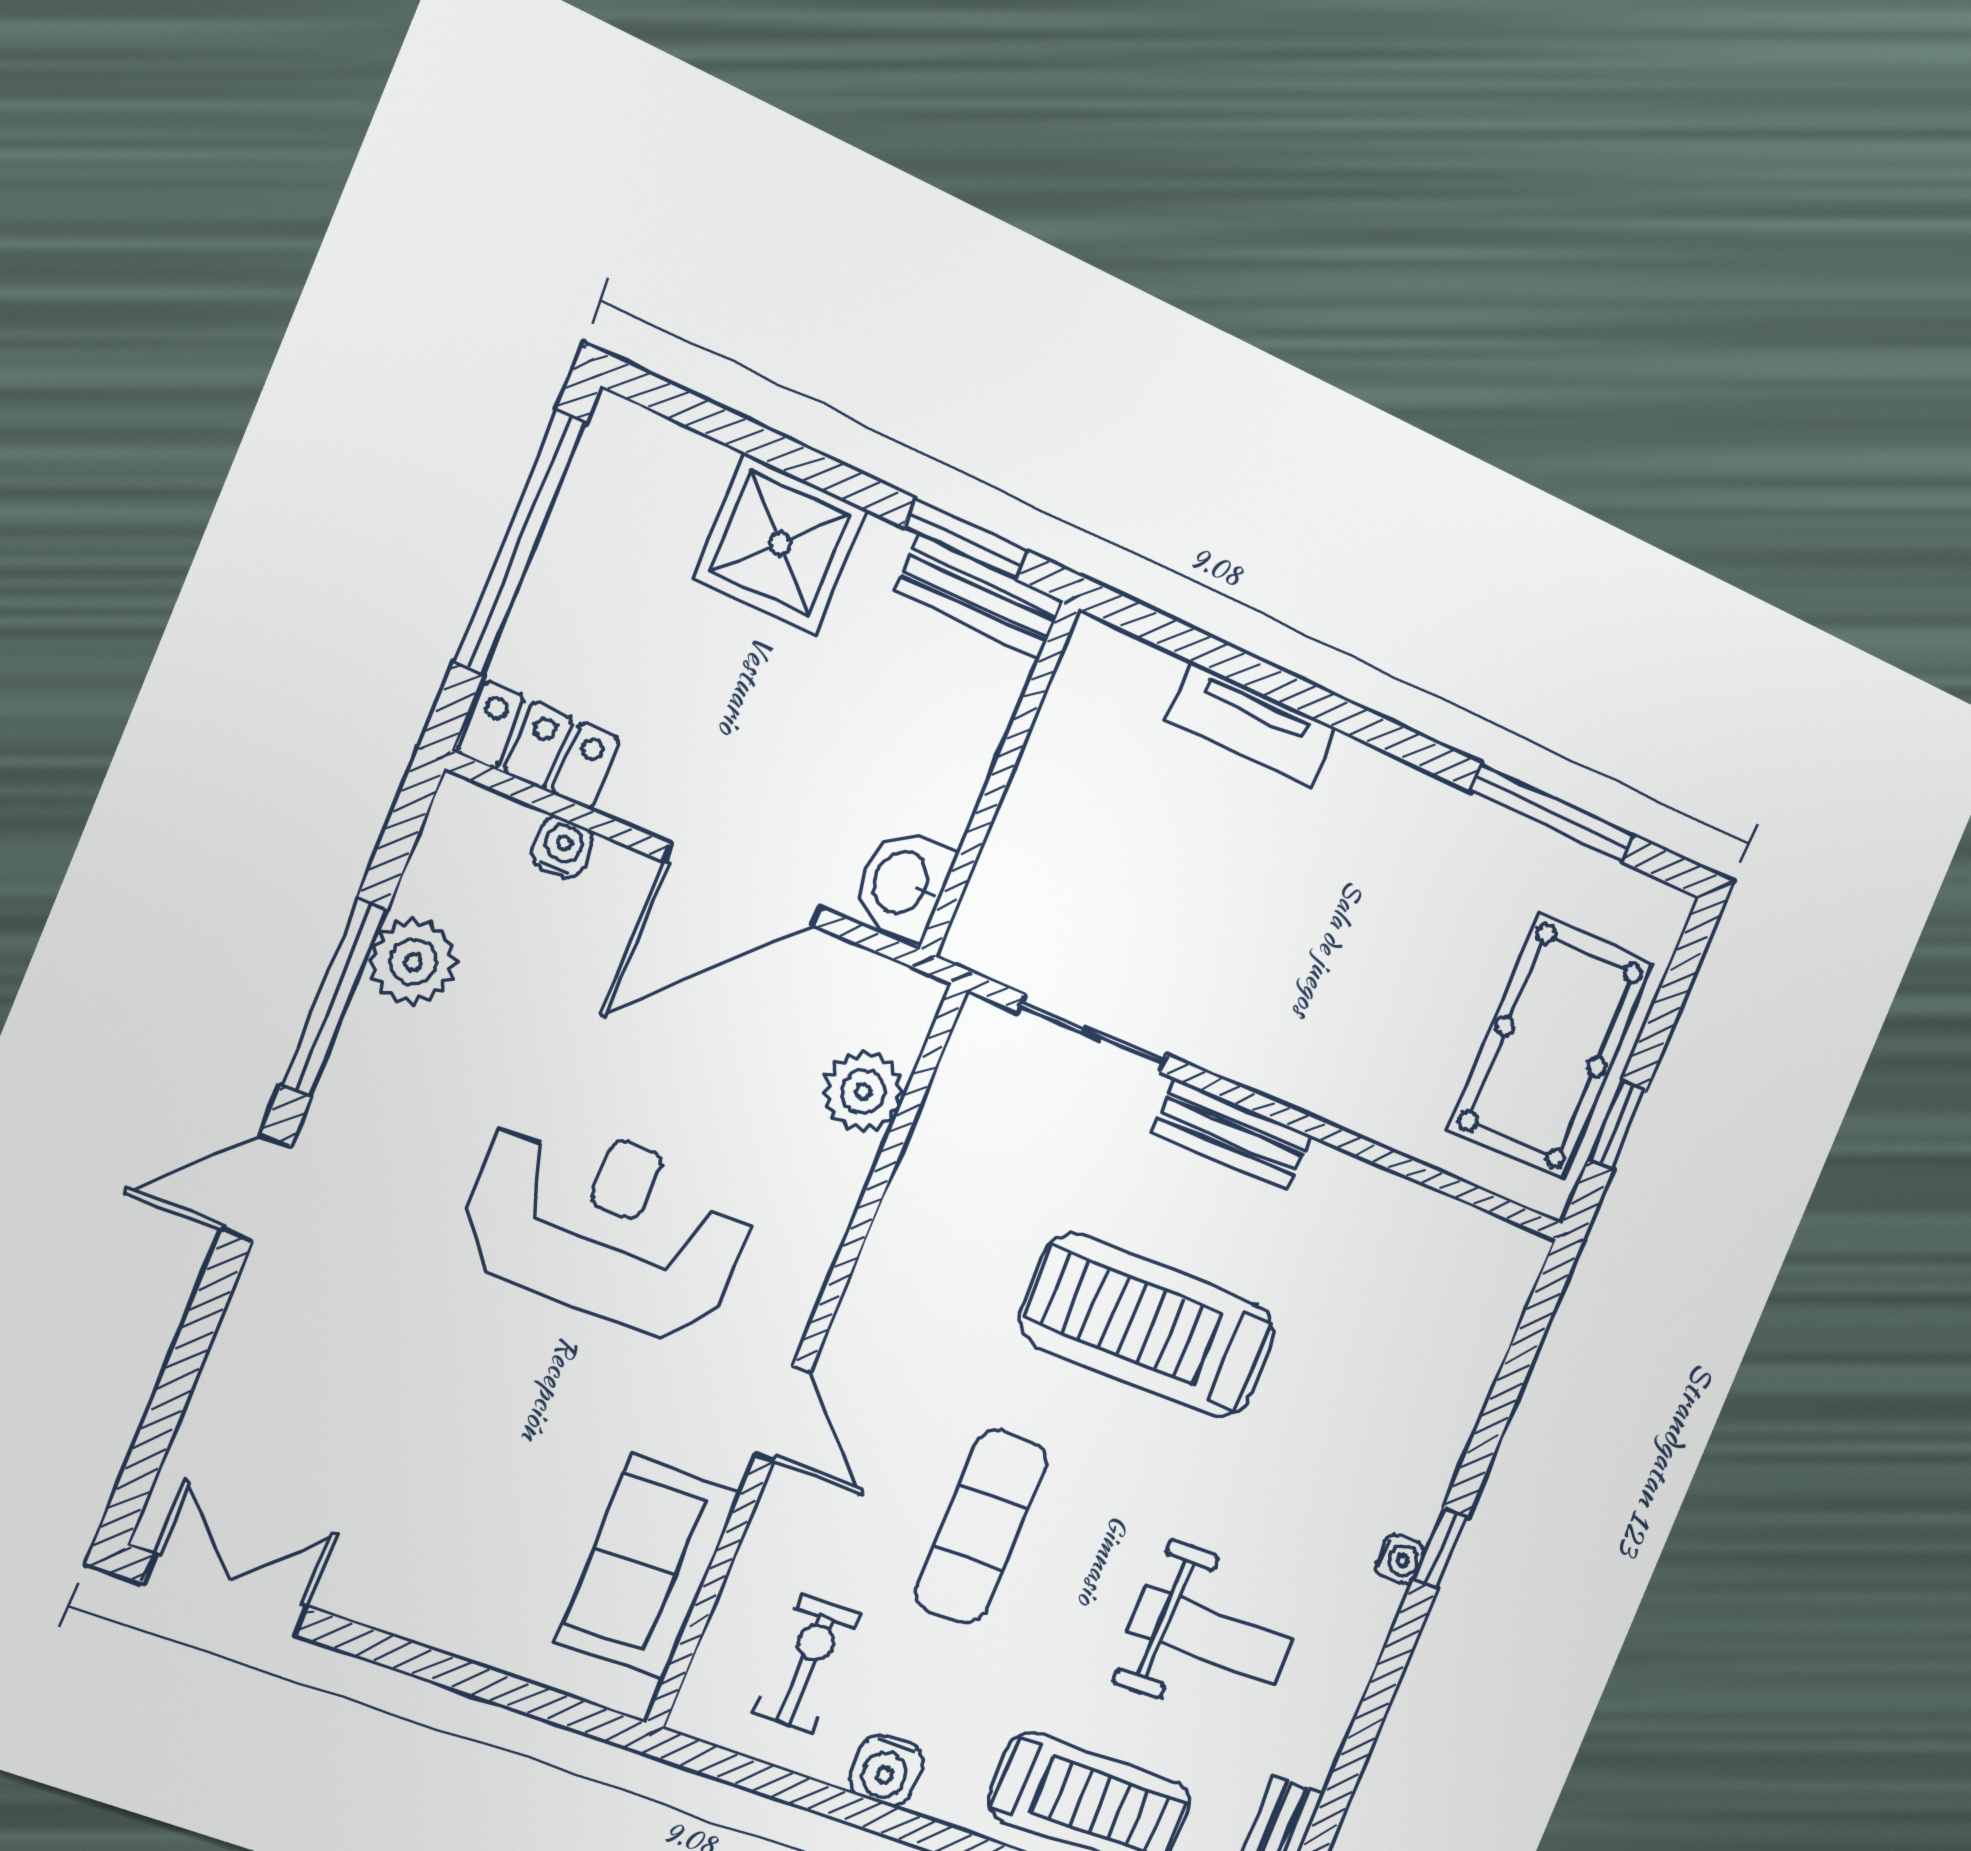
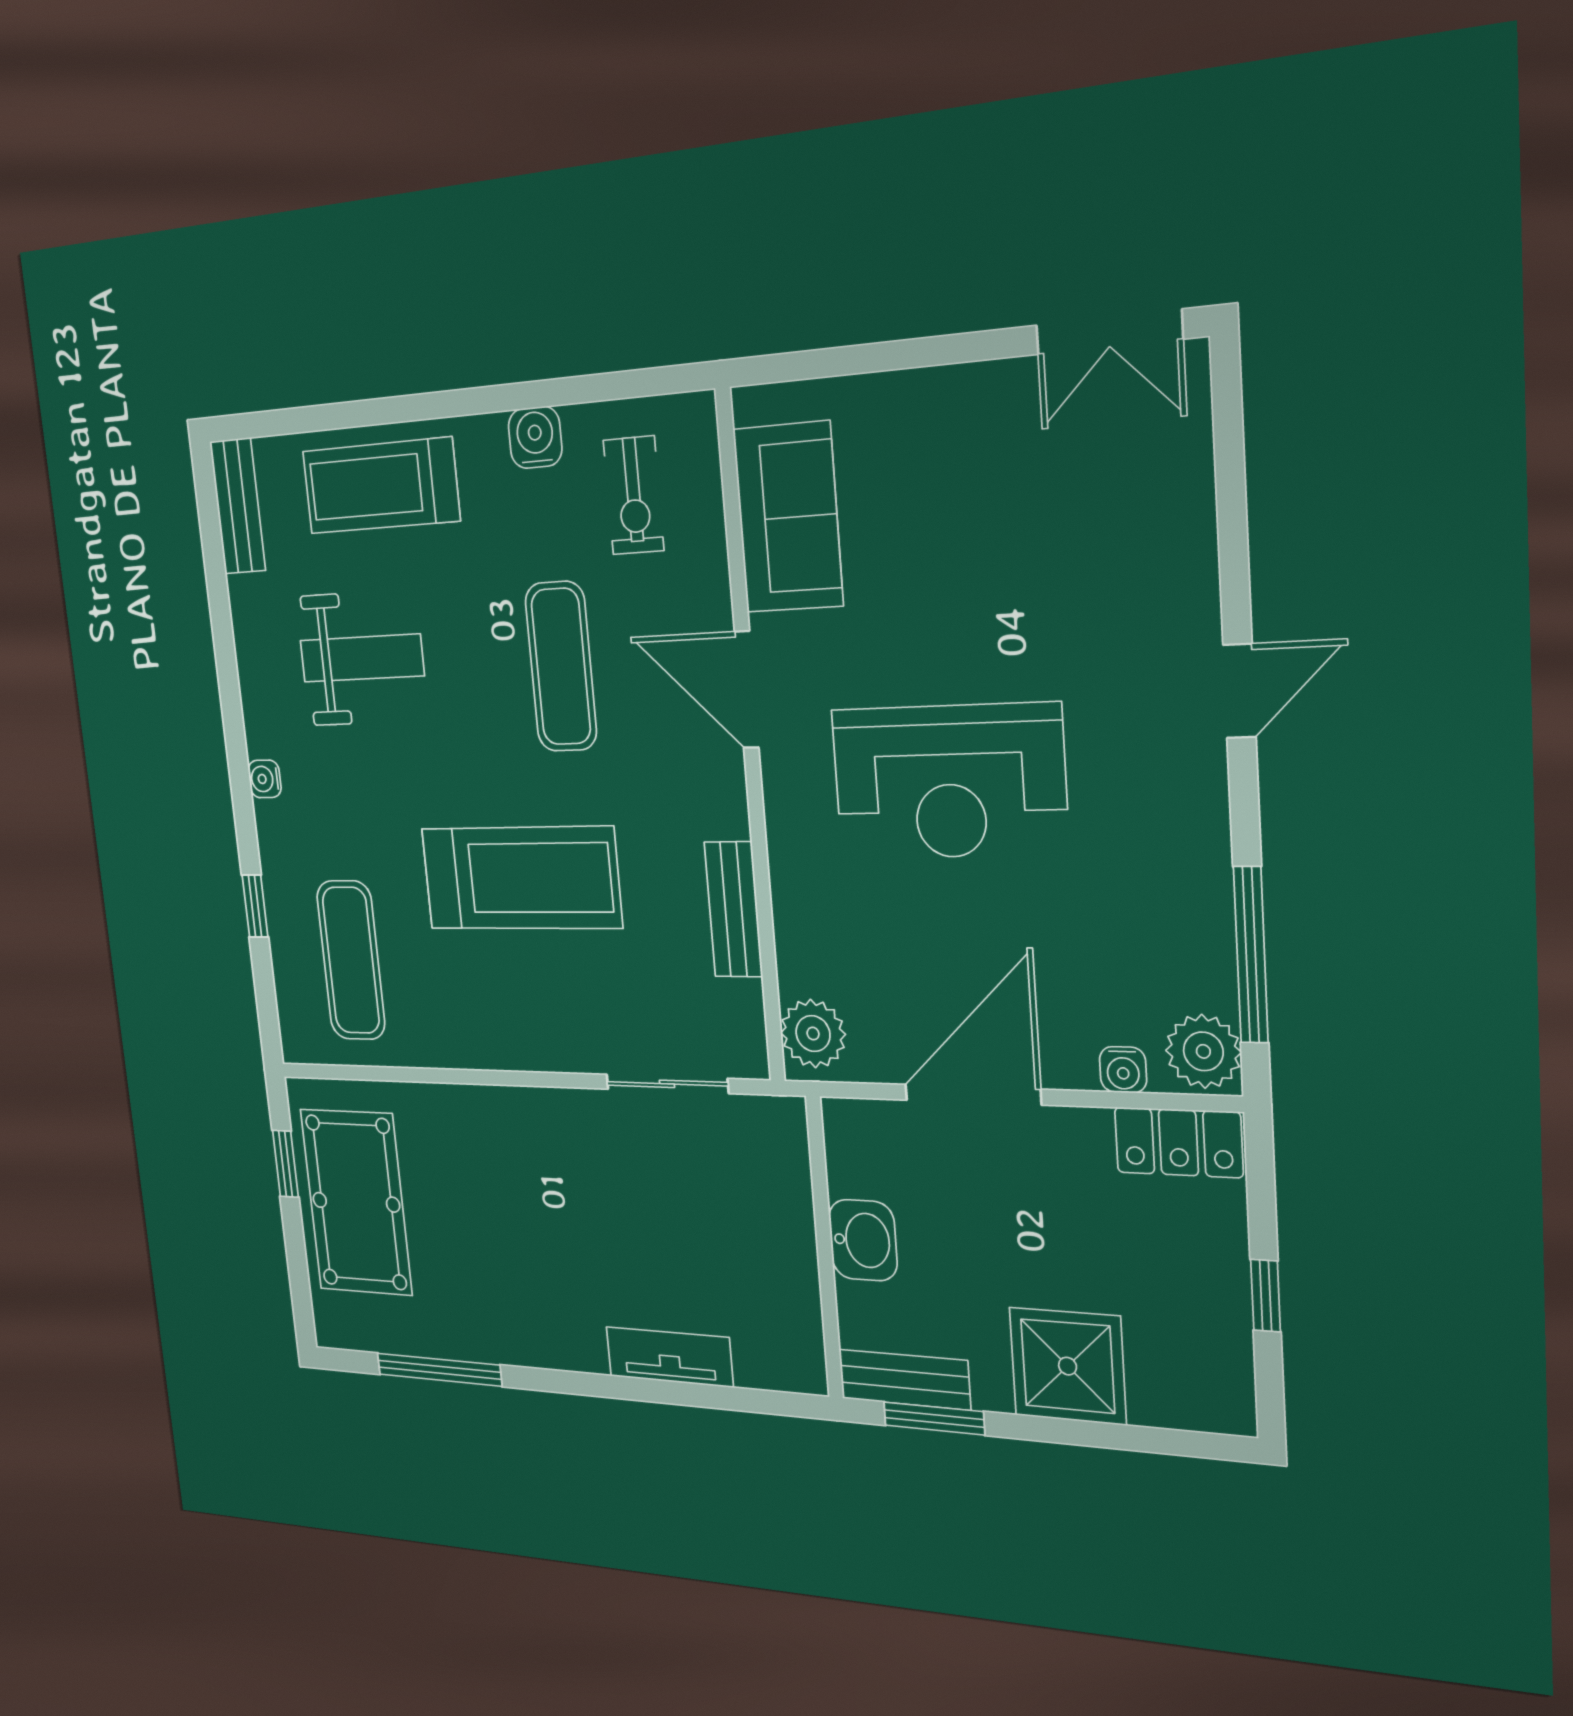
window: (520, 542) -> (1266, 1296), width x0.32
washbasin: (903, 883) -> (863, 1240), moved
plant: (413, 962) -> (1203, 1051), moved
window: (334, 997) -> (1251, 955), moved
plant: (863, 1092) -> (813, 1034), moved
bench: (1232, 1134) -> (733, 909), moved, turned 90
exercise mat: (1405, 1320) -> (351, 960), added
door: (783, 1414) -> (747, 690), width x1.38
window: (1441, 1548) -> (255, 906), moved
weight bench: (1210, 1636) -> (362, 658), turned 180

